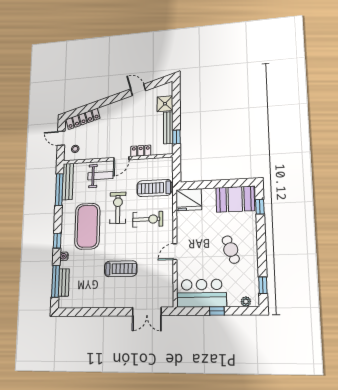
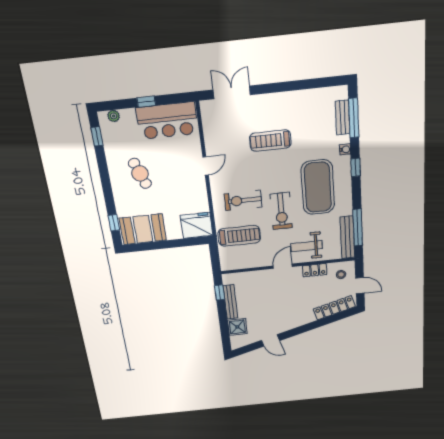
locker: (141, 151) -> (315, 270), moved

